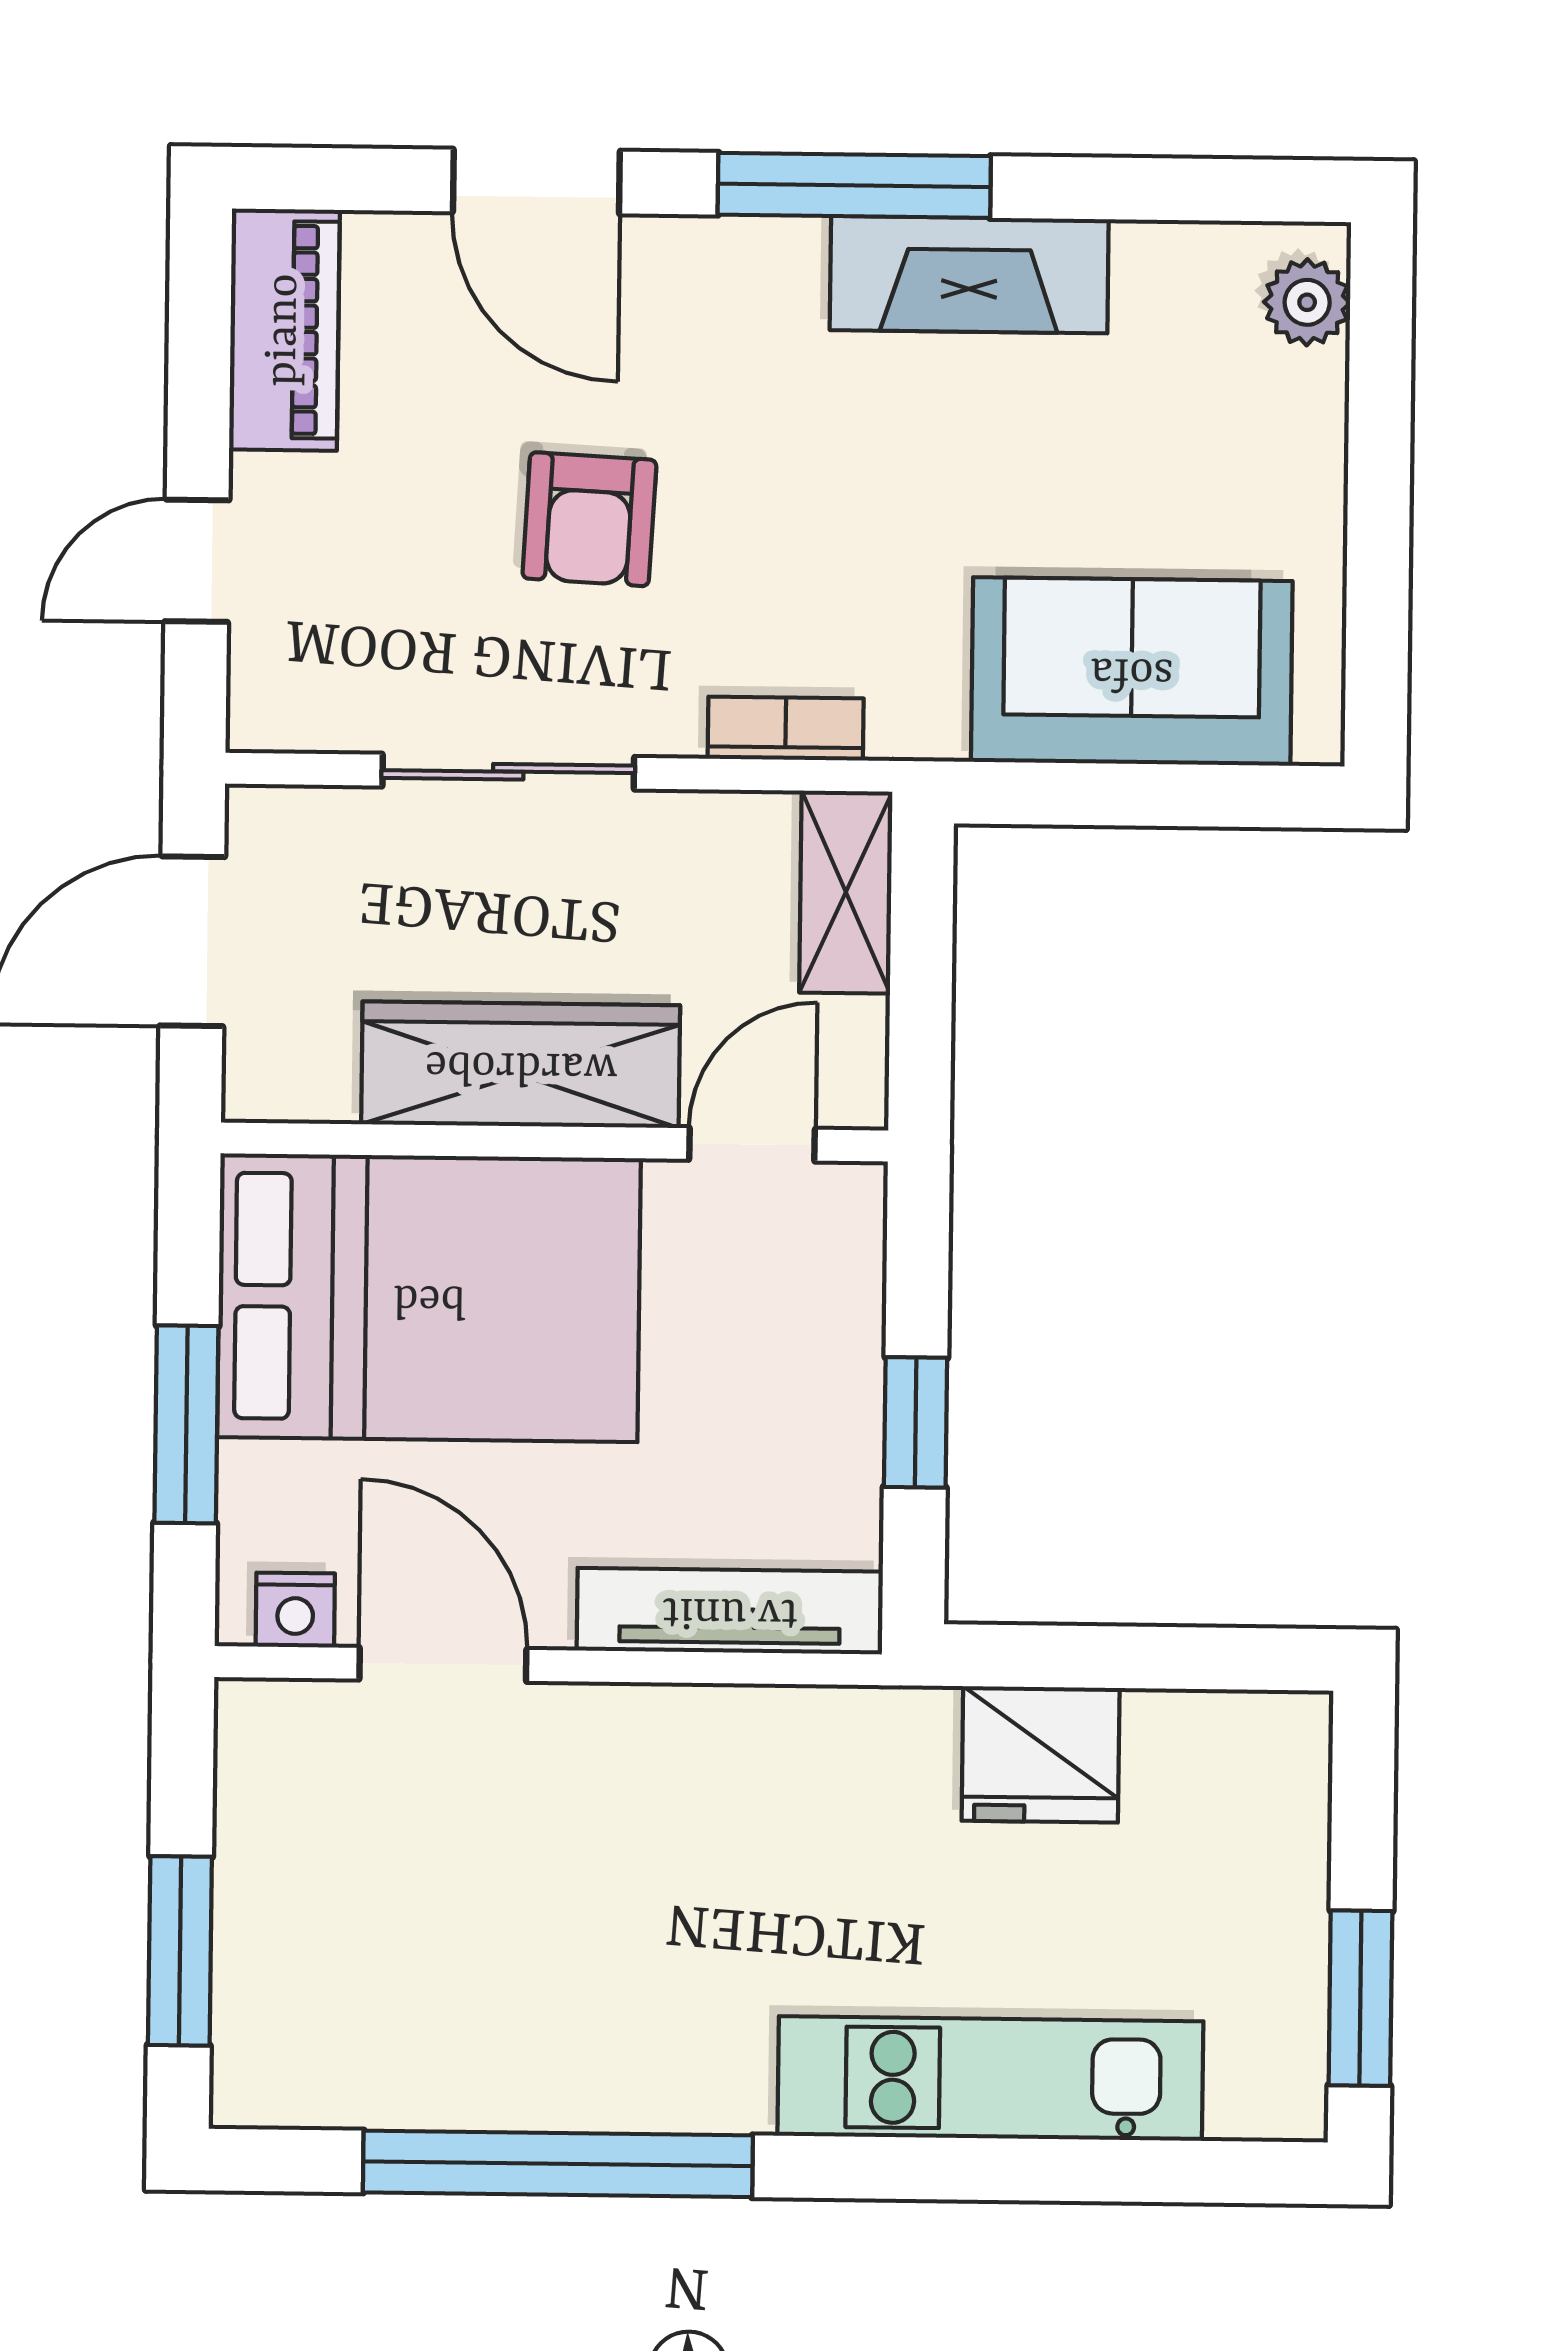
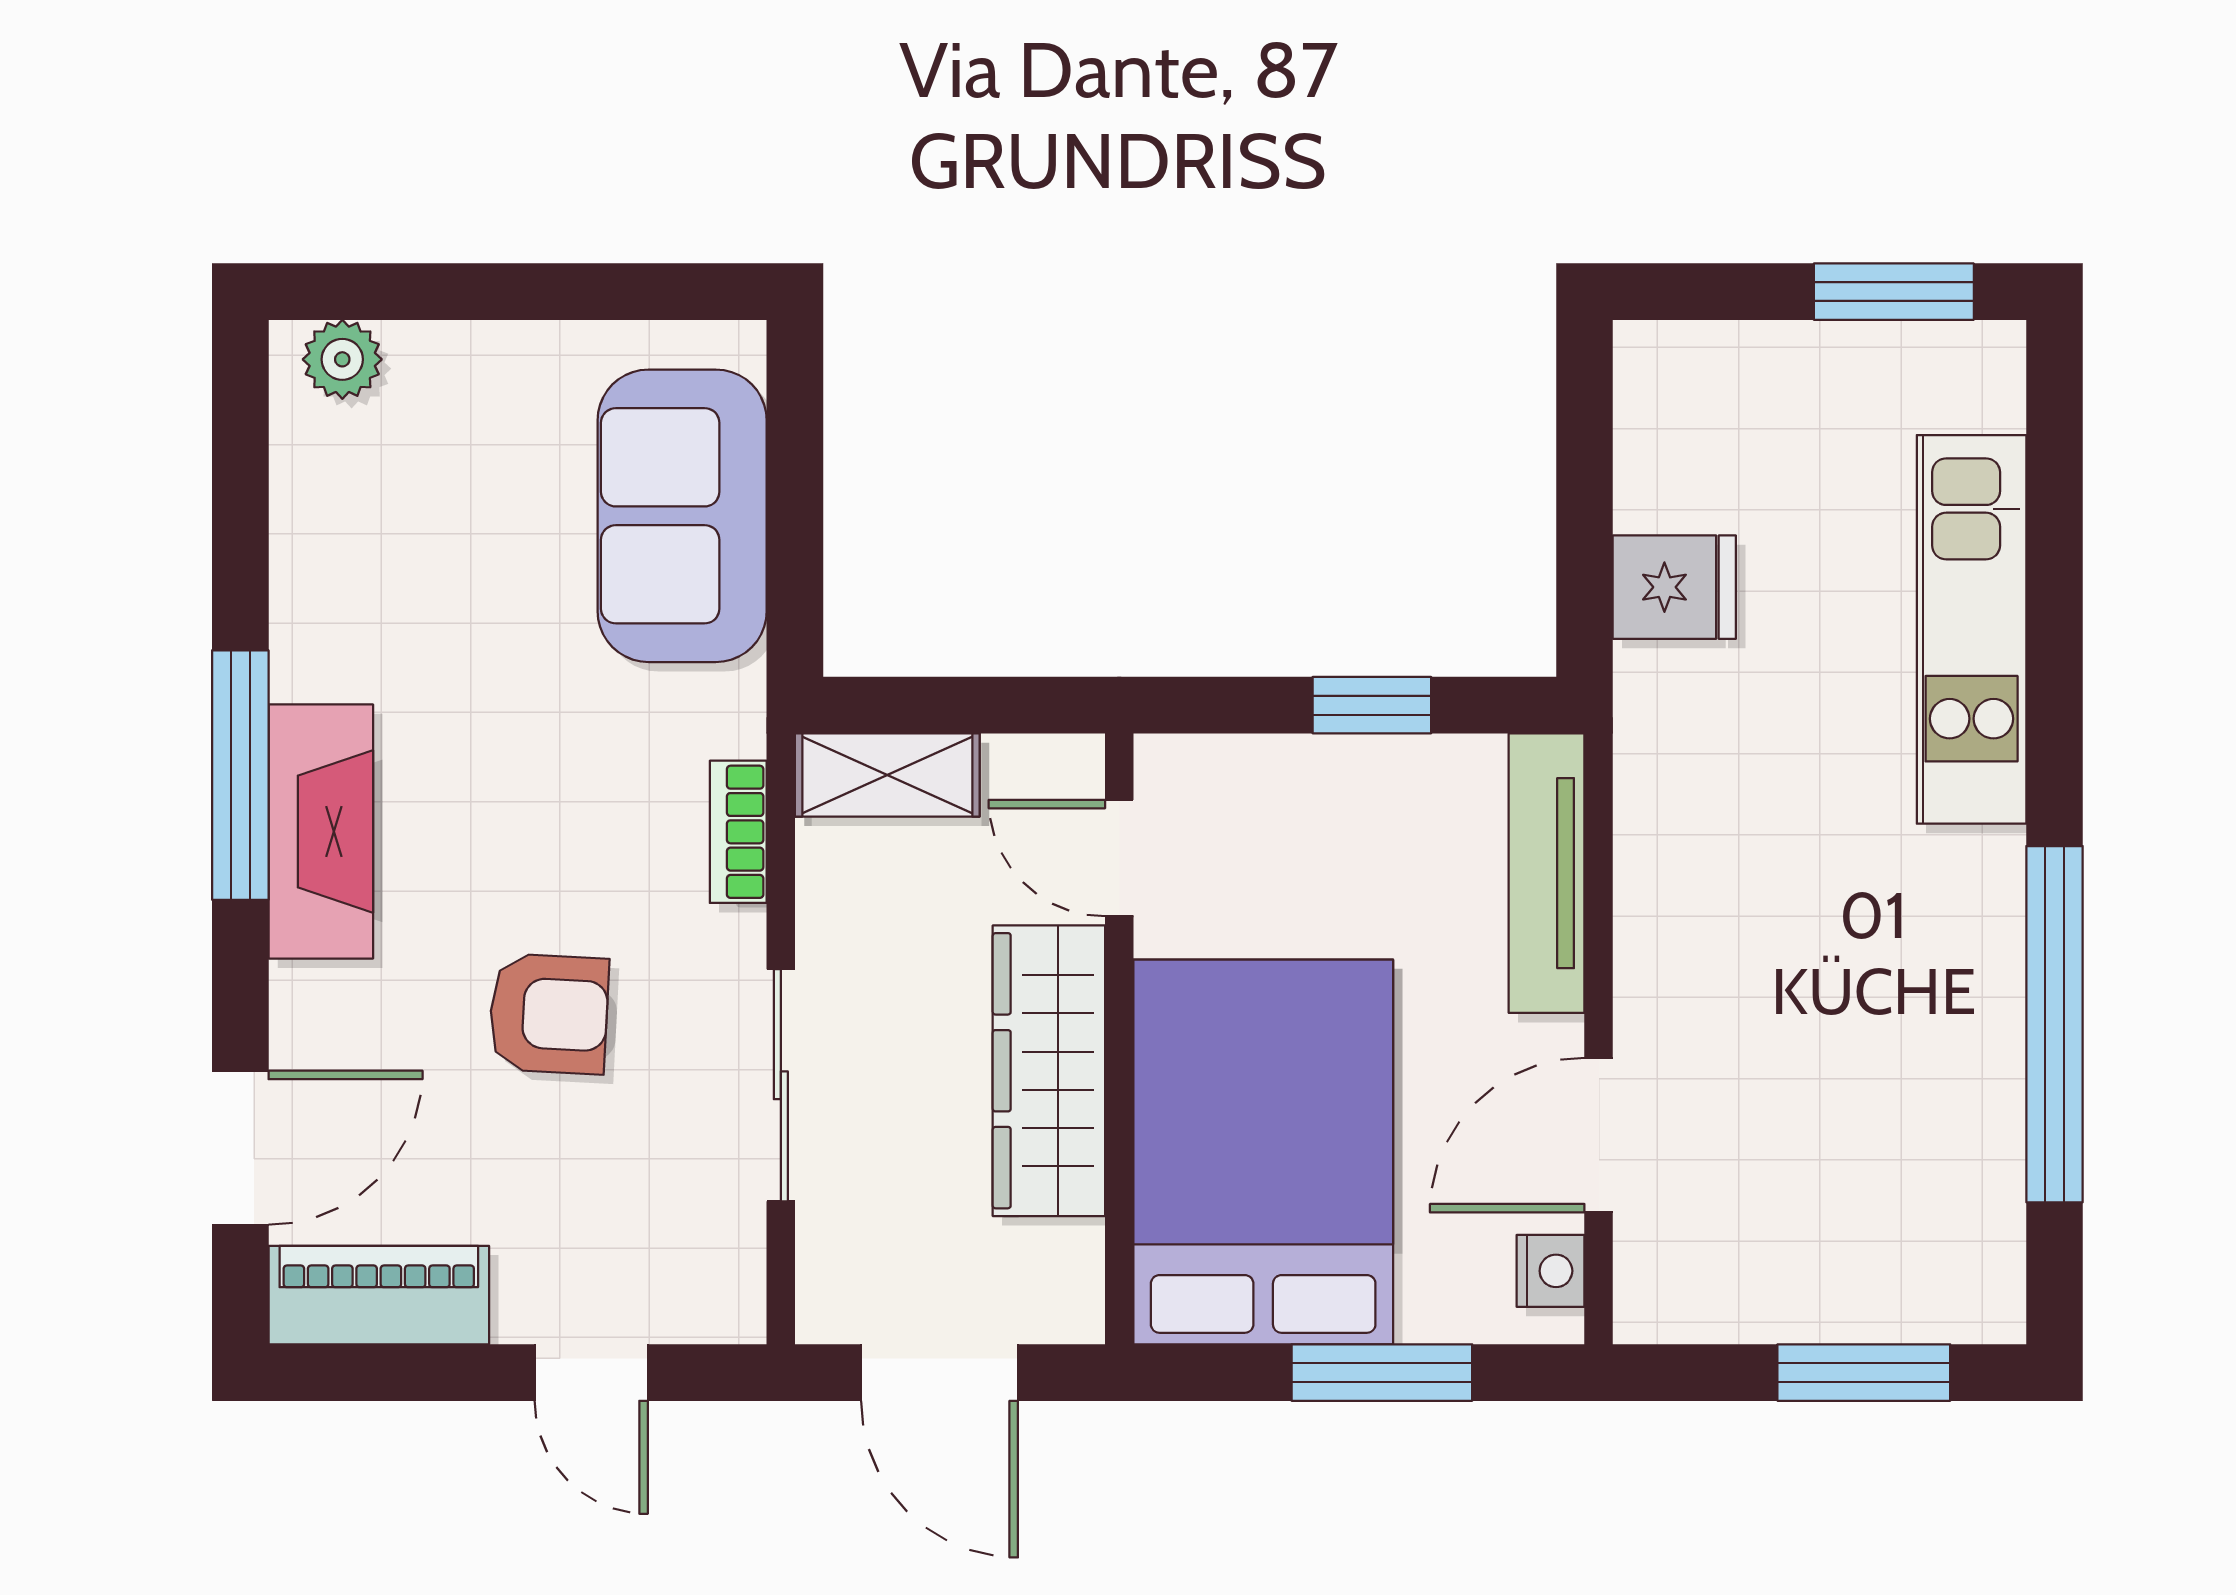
door: (536, 181) -> (240, 1148), moved
fireplace: (969, 275) -> (321, 832), moved
fridge: (1041, 1754) -> (1674, 587), width x0.72

